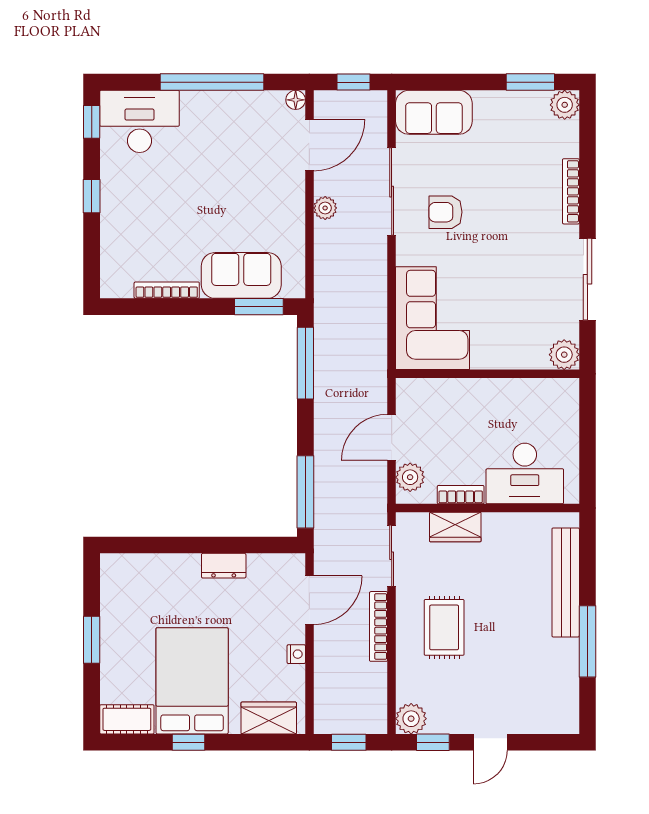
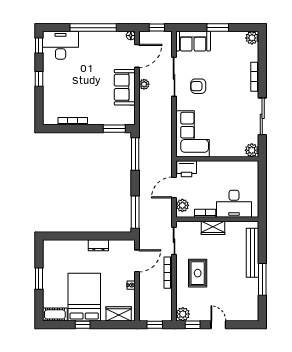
window: (530, 82) -> (218, 28), moved
sofa: (241, 275) -> (125, 87), moved, turned -90
printer: (419, 396) -> (187, 169), added
wardrobe: (455, 527) -> (213, 228), moved
door: (490, 742) -> (218, 325), swing flipped

